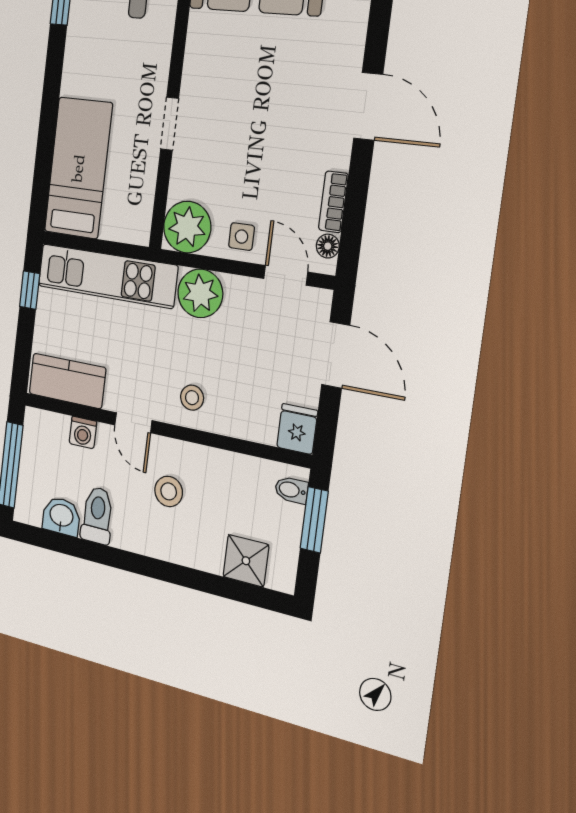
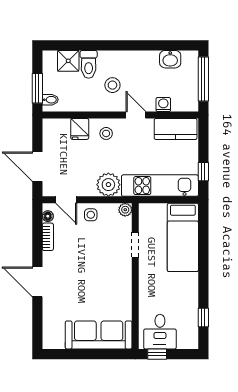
doorway: (170, 124) -> (135, 245), moved
plant: (187, 227) -> (125, 210), width x0.53, depth x0.53
fridge: (297, 429) -> (80, 129), moved
toilet: (97, 515) -> (89, 64), moved

